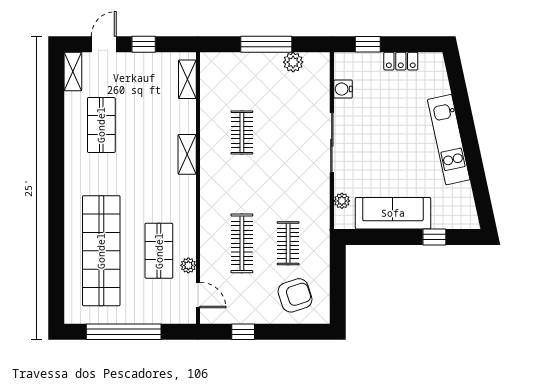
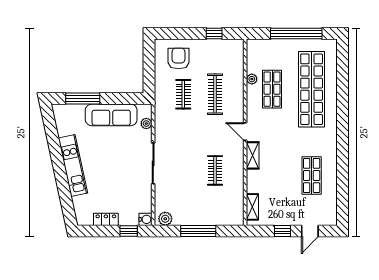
plant: (293, 62) -> (165, 219), moved
shelving: (73, 71) -> (331, 212), removed
water cooler: (343, 89) -> (145, 219), moved
window: (434, 237) -> (83, 99), width x2.17
door: (198, 295) -> (245, 132), moved
armchair: (295, 295) -> (178, 58), turned 108

